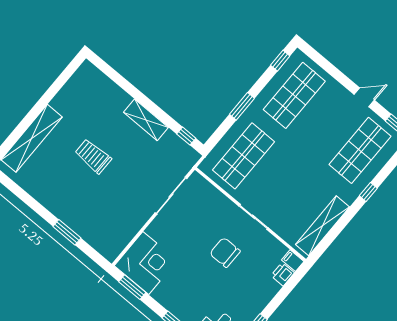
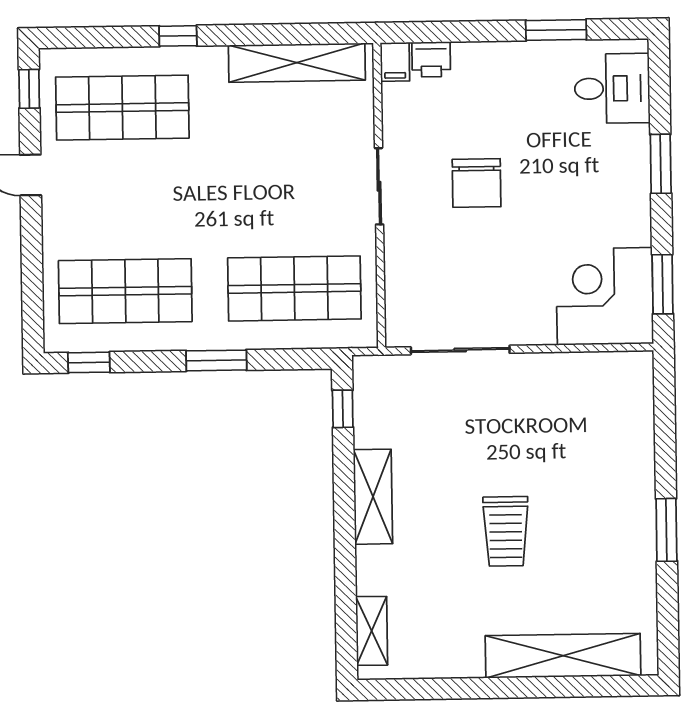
shelving: (99, 78) -> (372, 631), added
window: (67, 232) -> (666, 530), moved

